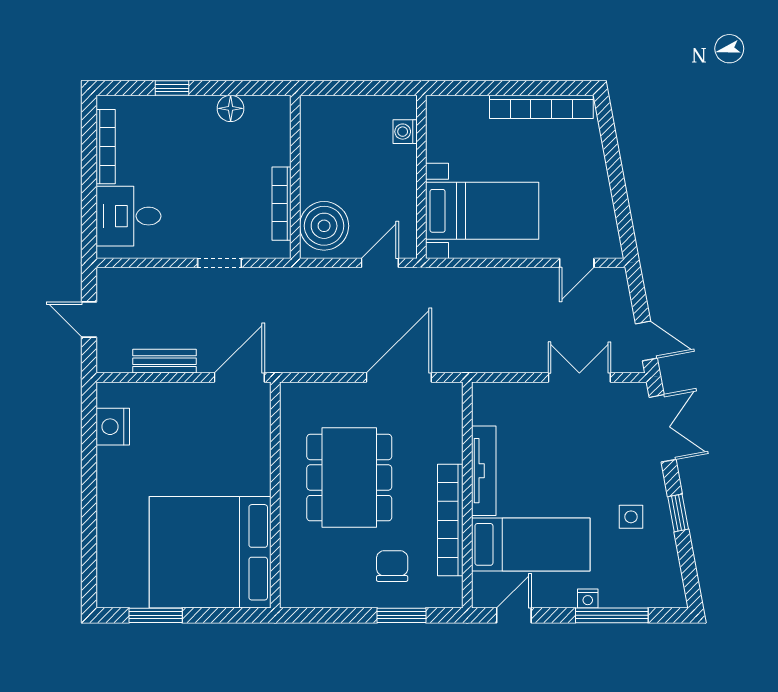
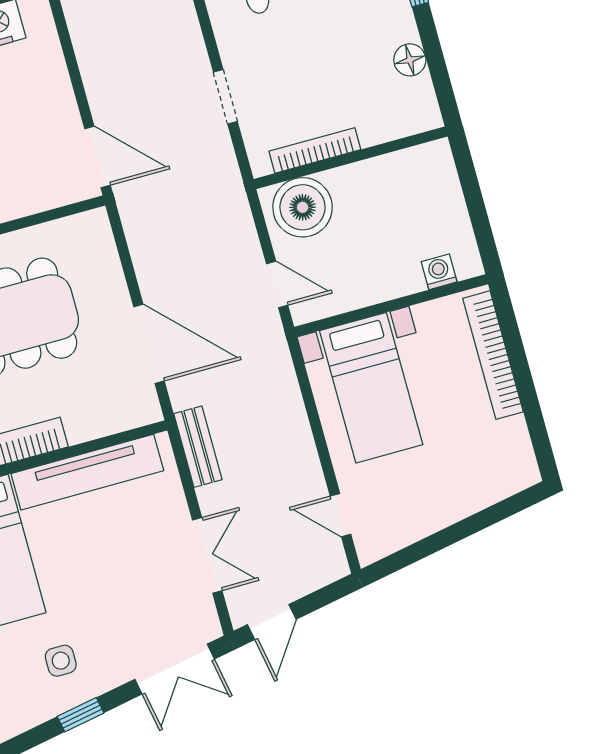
bookcase: (541, 107) -> (493, 355), moved
bench: (165, 361) -> (198, 447), moved
tv unit: (484, 471) -> (87, 472), width x1.36, depth x1.29

